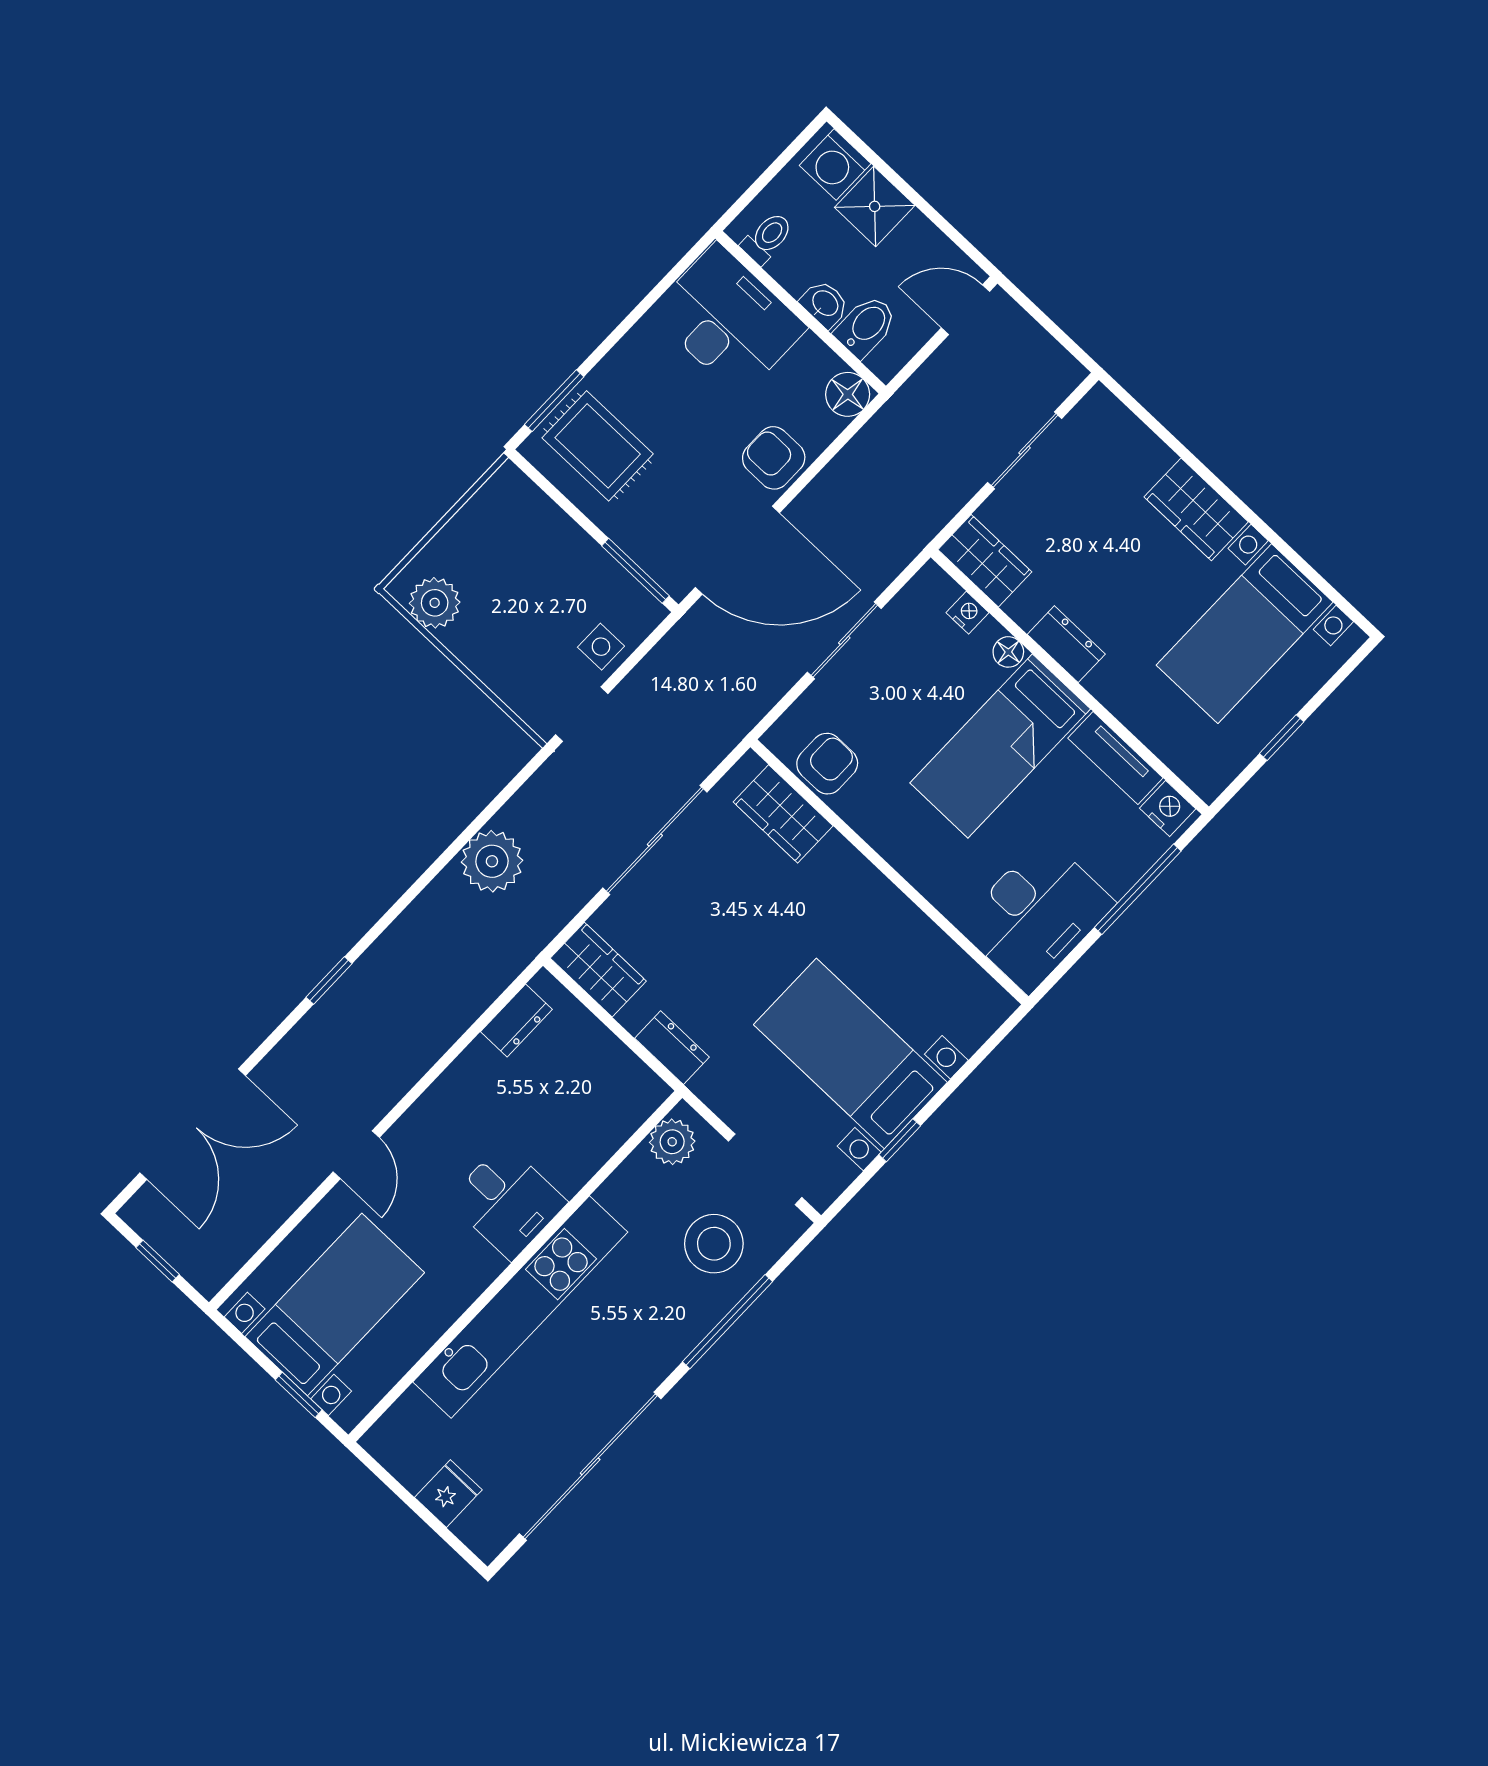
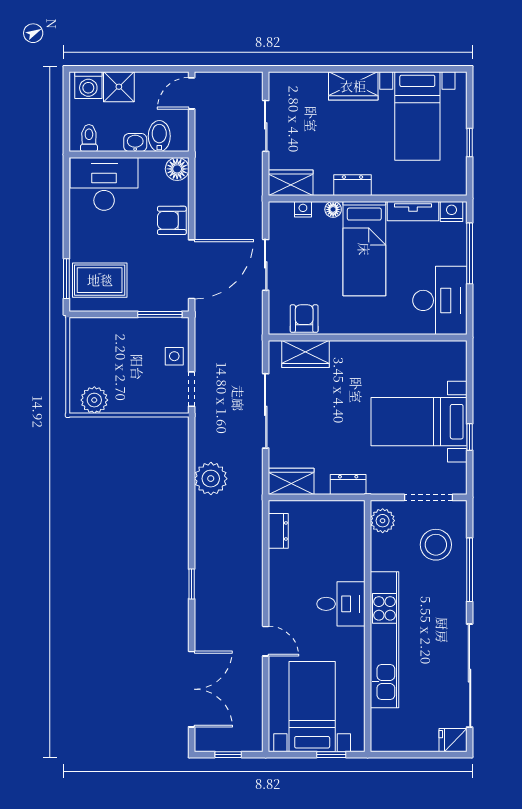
fridge: (448, 1494) -> (453, 740), moved, turned -90

